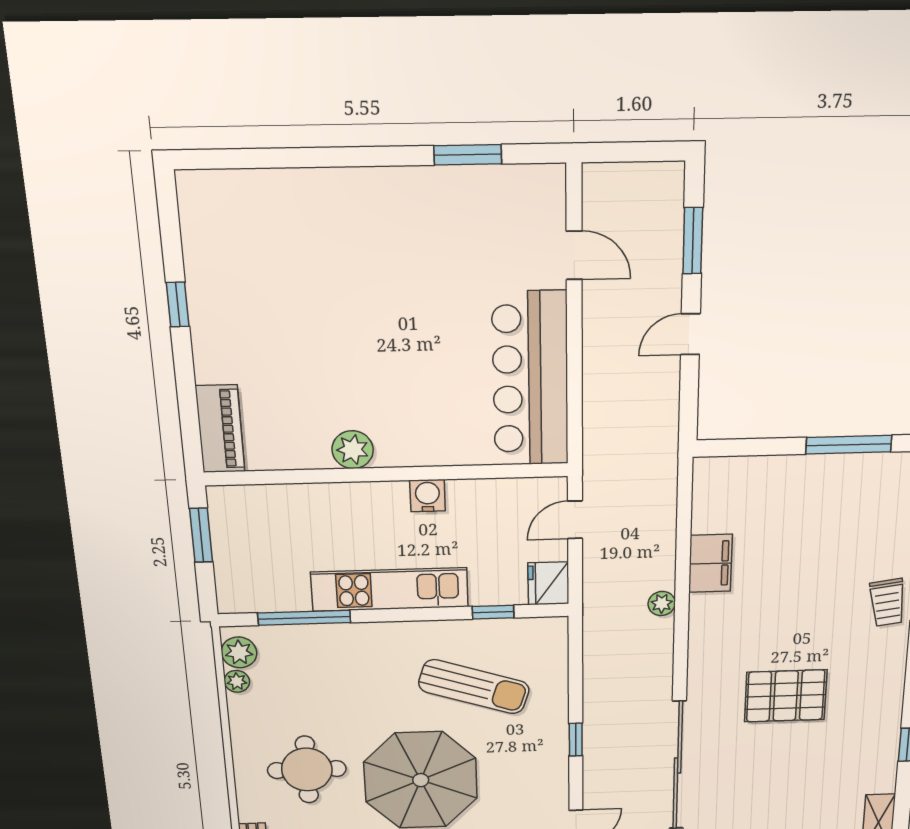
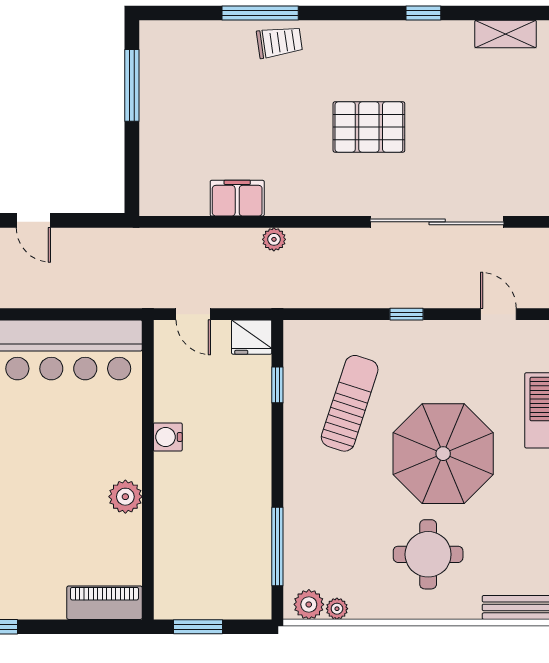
kitchen unit: (390, 590) -> (253, 472), removed
pallet: (786, 696) -> (369, 127), turned 90

